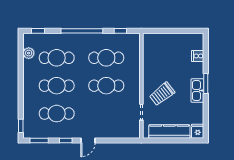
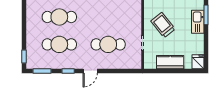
cafe table: (106, 86) -> (108, 44), moved
trolley: (162, 94) -> (163, 25), turned 89
kitchen counter: (169, 131) -> (170, 62), width x0.67

